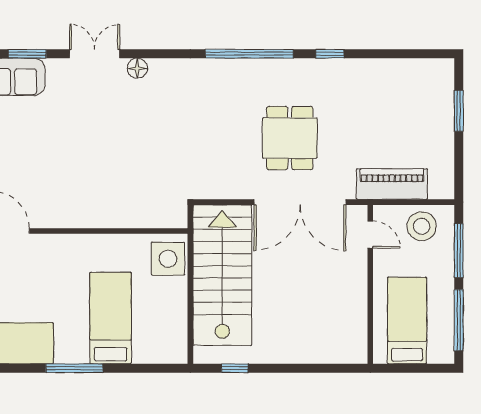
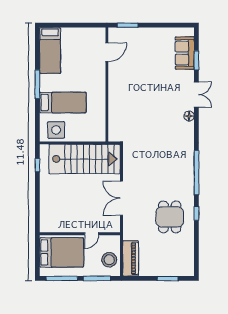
dining table: (290, 138) -> (170, 217), moved, turned 90
piano: (392, 184) -> (131, 258), moved
double door: (300, 202) -> (121, 198), width x0.73
door: (370, 235) -> (92, 234), moved
side table: (168, 259) -> (56, 130), moved
bed: (407, 321) -> (62, 252), width x1.50

